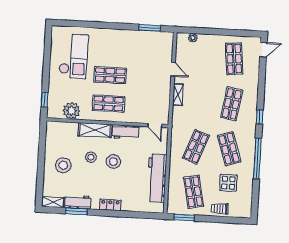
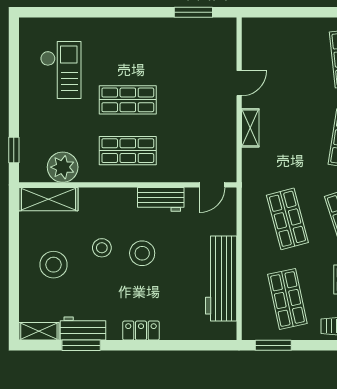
plant: (193, 38) -> (271, 26), removed
checkout: (73, 56) -> (61, 70), width x0.73, depth x0.83
door: (173, 69) -> (239, 83), hinge flipped
door: (155, 125) -> (212, 185), hinge flipped
shelving: (95, 130) -> (48, 199), moved
shop shelf: (196, 147) -> (287, 219), turned -36

